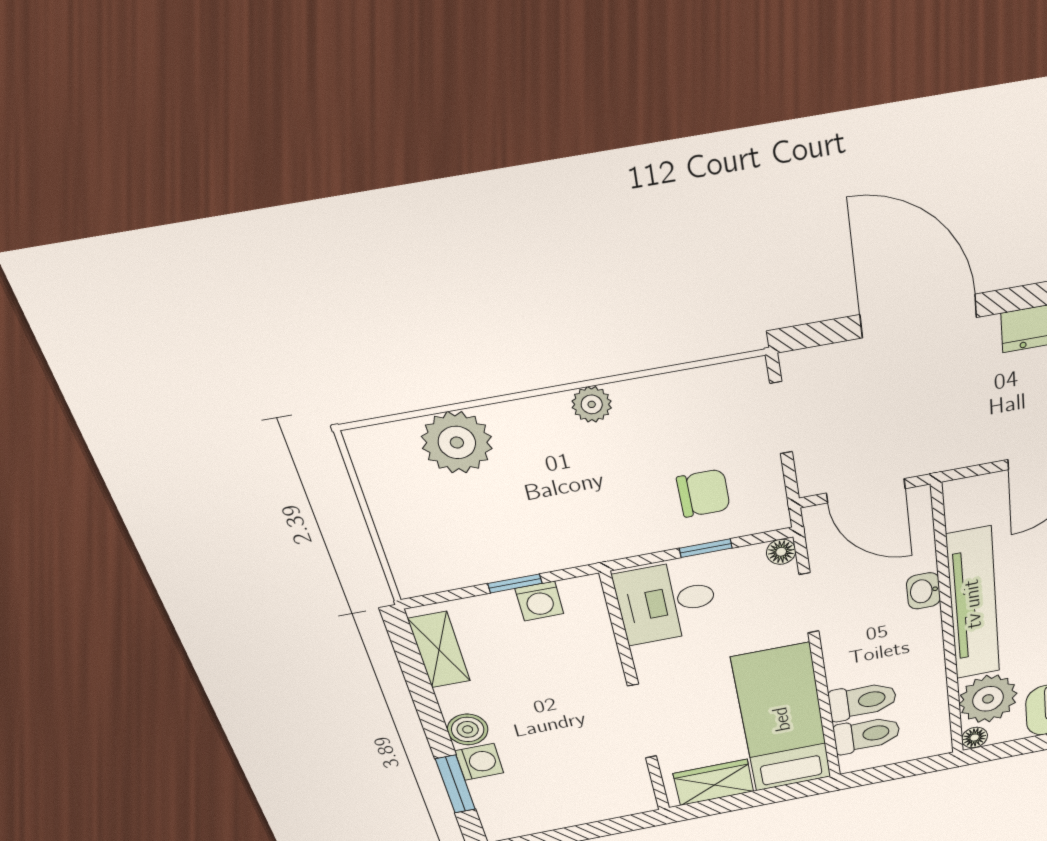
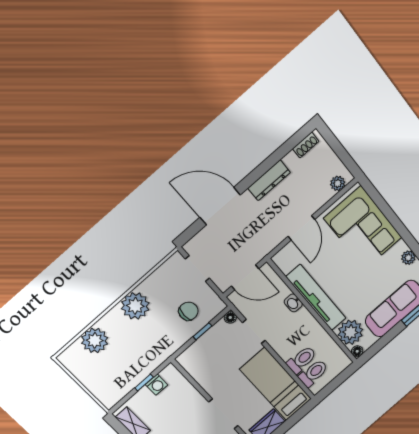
plant: (592, 404) -> (135, 306), width x1.87, depth x1.87
desk: (667, 602) -> (202, 360), removed

